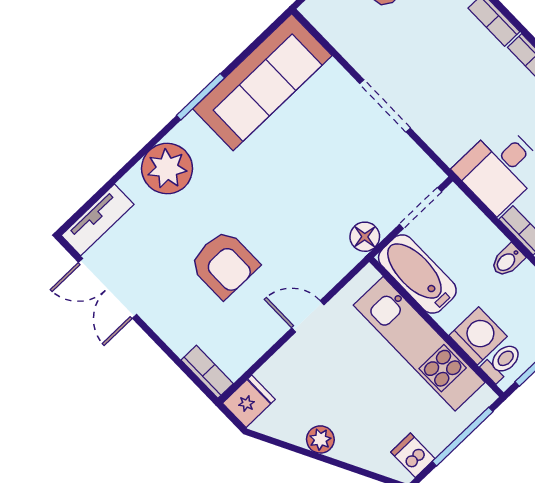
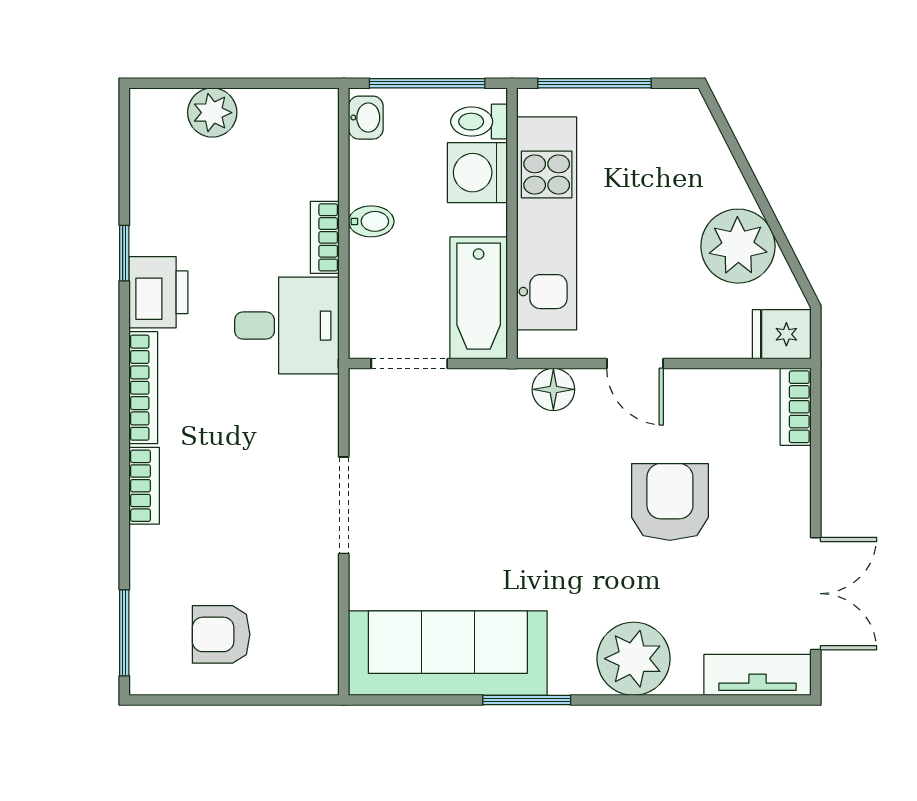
floor lamp: (365, 237) -> (553, 389), moved
plant: (320, 439) -> (738, 246), width x1.87, depth x1.87
dishwasher: (413, 455) -> (665, 114), removed

